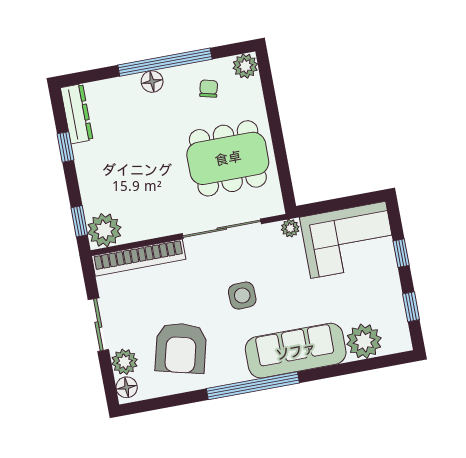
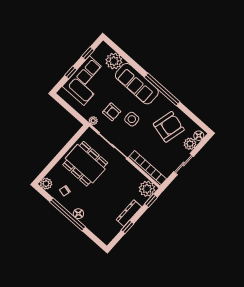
dresser: (77, 114) -> (129, 213), moved
corner sofa: (348, 240) -> (87, 81), moved, turned 90
armchair: (281, 271) -> (112, 112), added

